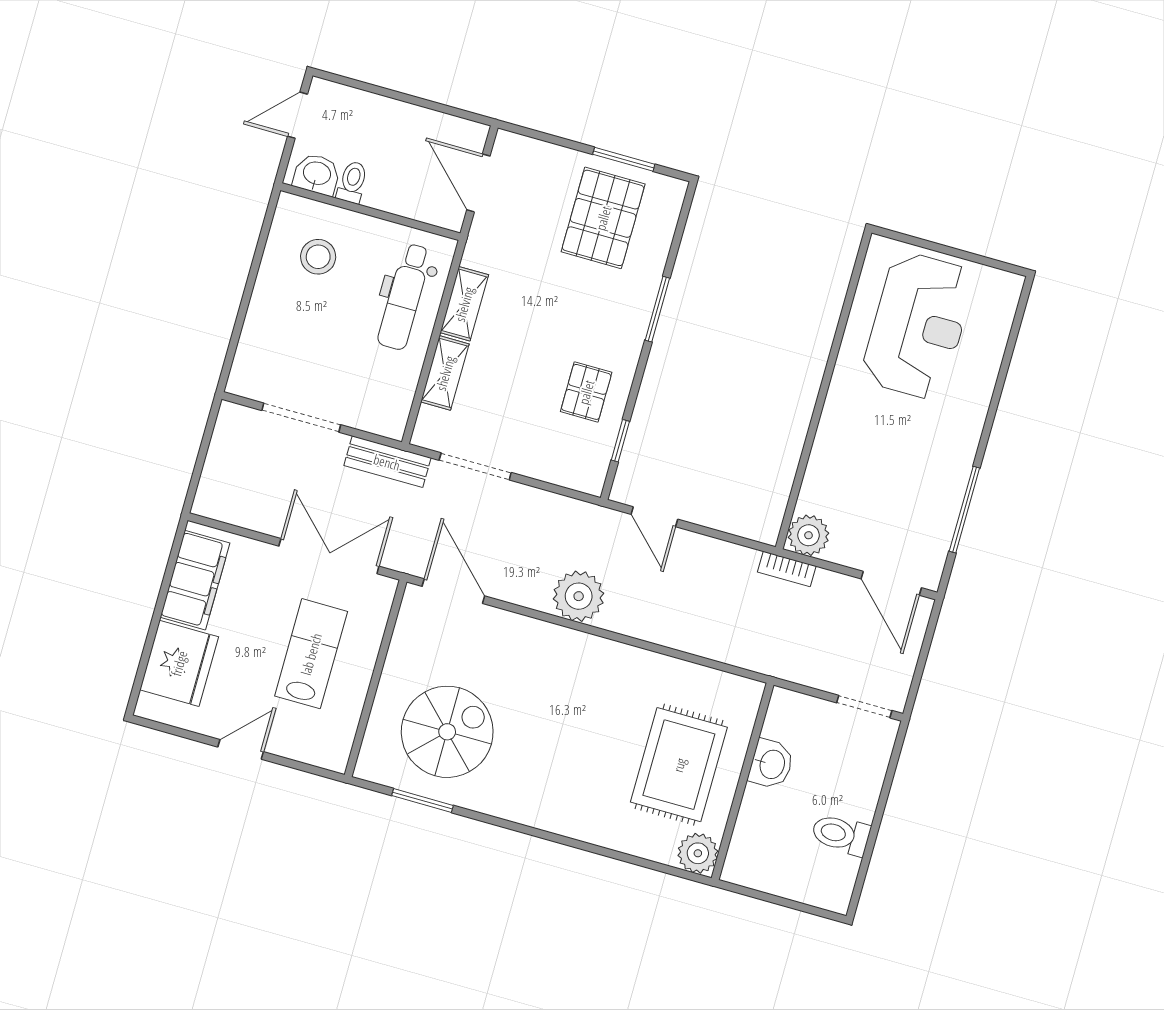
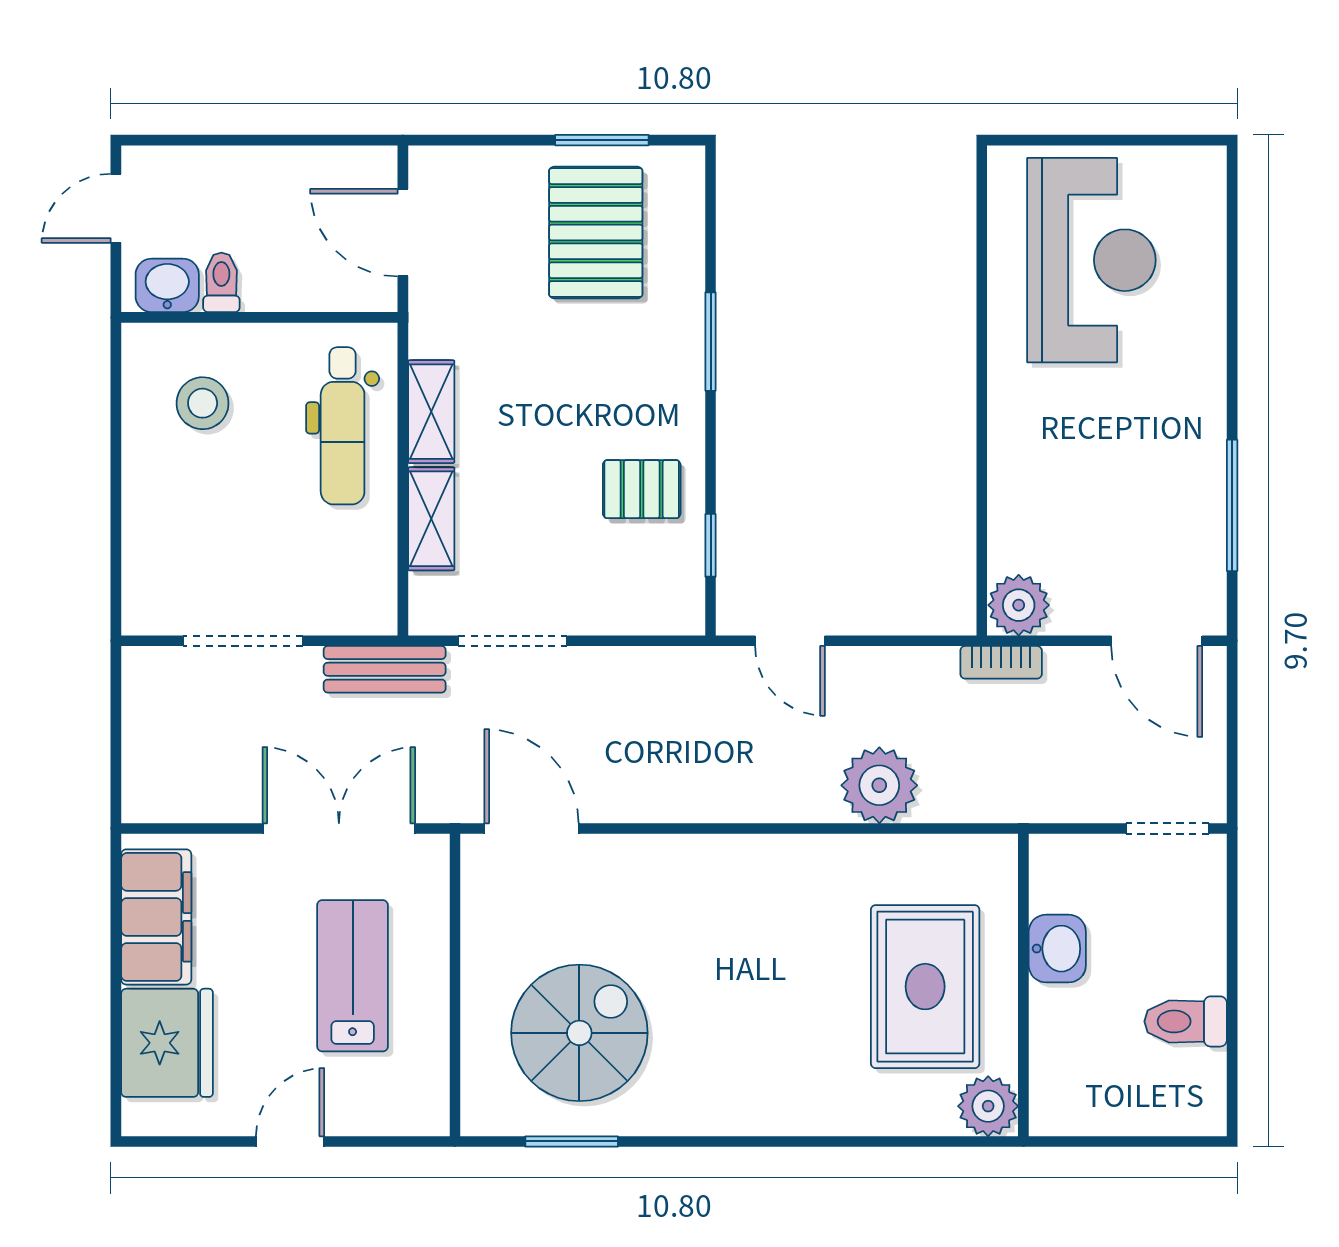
pallet: (586, 392) -> (642, 489), turned 90
plant: (579, 596) -> (879, 785), moved

